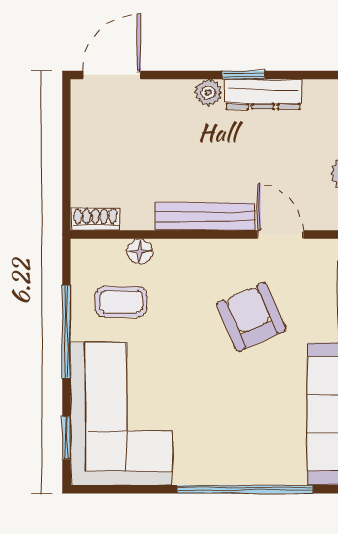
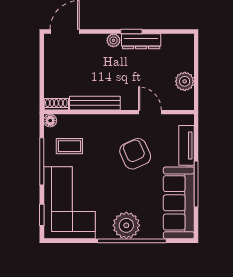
bench: (205, 217) -> (95, 103), moved
floor lamp: (140, 251) -> (50, 121), moved
plant: (234, 459) -> (126, 225), added

